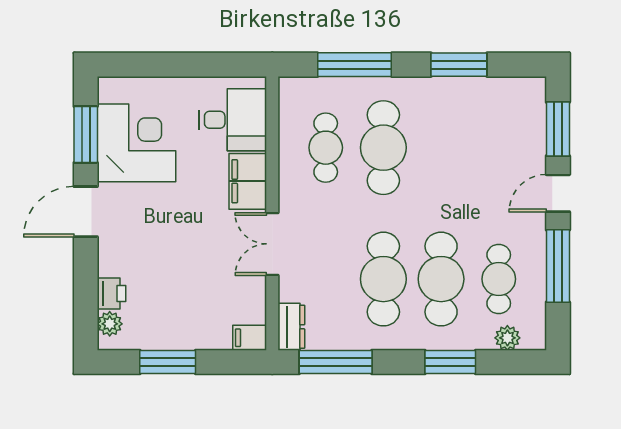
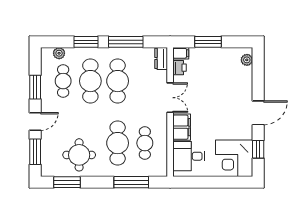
window: (459, 65) -> (67, 182), moved
round table: (465, 123) -> (79, 155), added
window: (86, 135) -> (258, 149), width x0.67
corner desk: (136, 143) -> (234, 158), moved
window: (558, 266) -> (35, 87), width x0.69
printer: (111, 293) -> (179, 68), moved, turned 180
window: (168, 362) -> (208, 42), moved
window: (336, 362) -> (126, 42), moved

